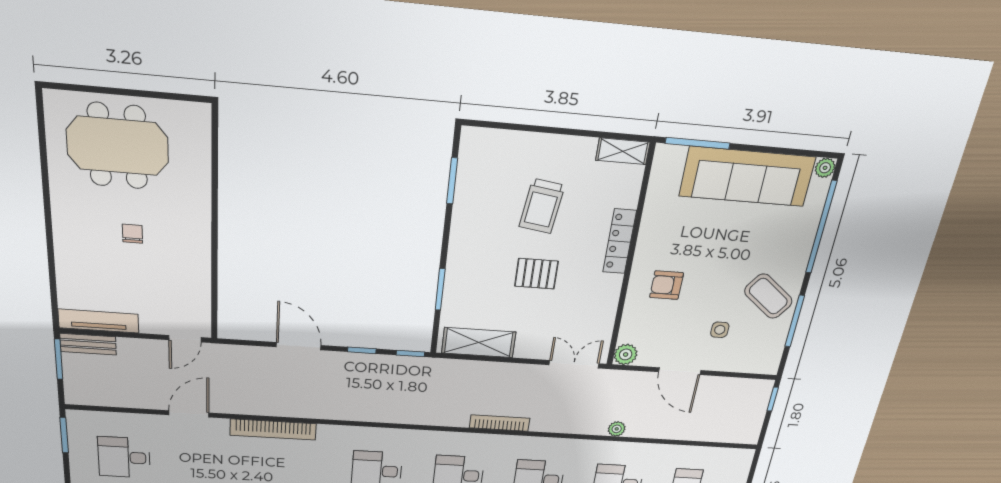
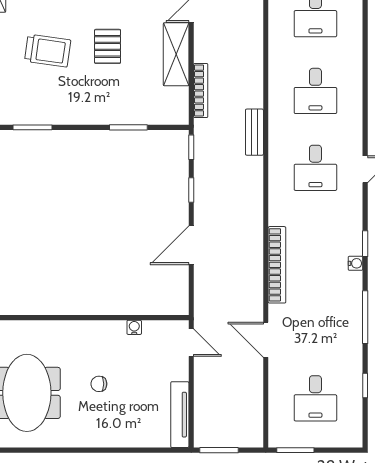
water cooler: (203, 279) -> (134, 327), added
shelving: (479, 343) -> (176, 54), moved
bench: (88, 344) -> (254, 132), moved
bookcase: (500, 423) -> (201, 90), moved, turned 180

